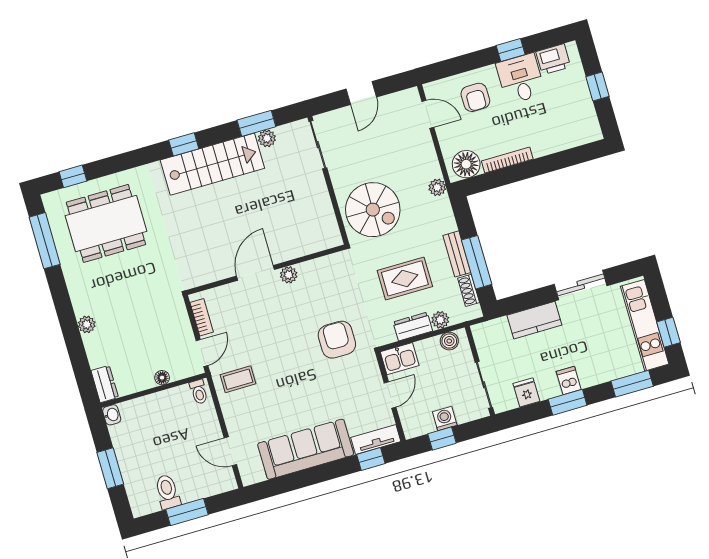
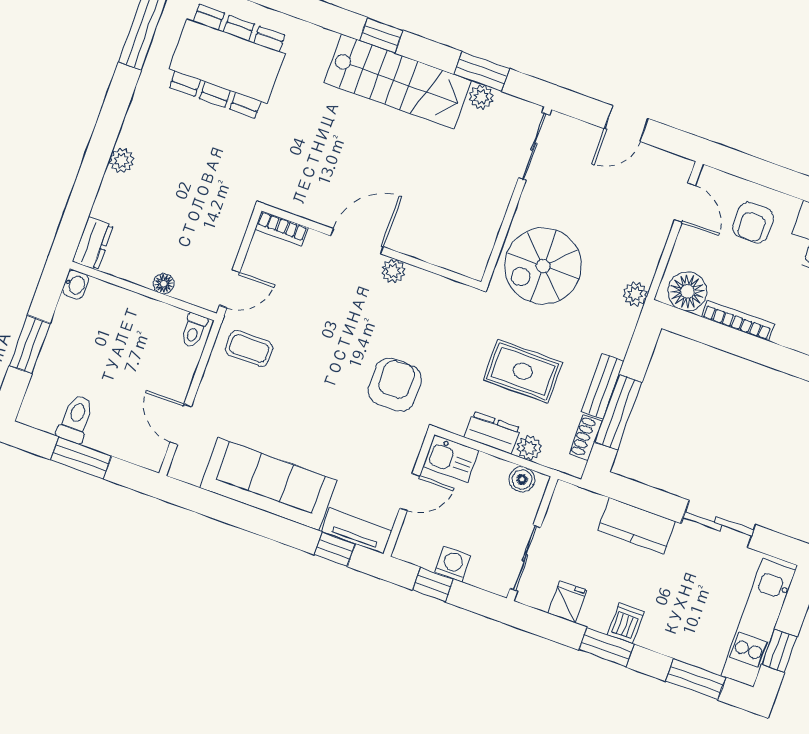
spiral stairs: (373, 210) -> (543, 266), turned 90
bookcase: (202, 317) -> (281, 228), moved, turned 90

